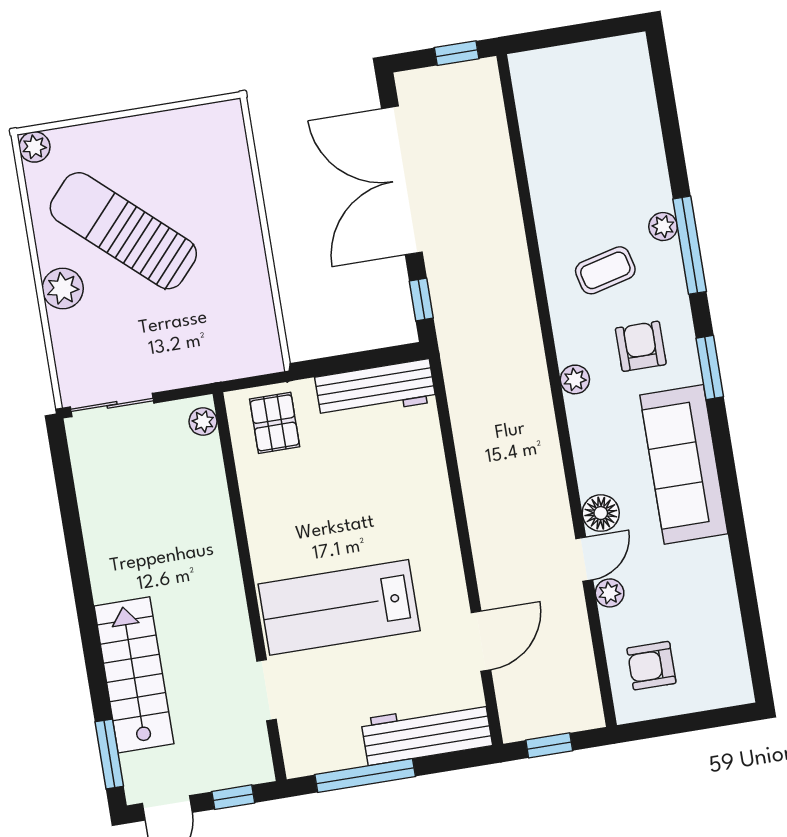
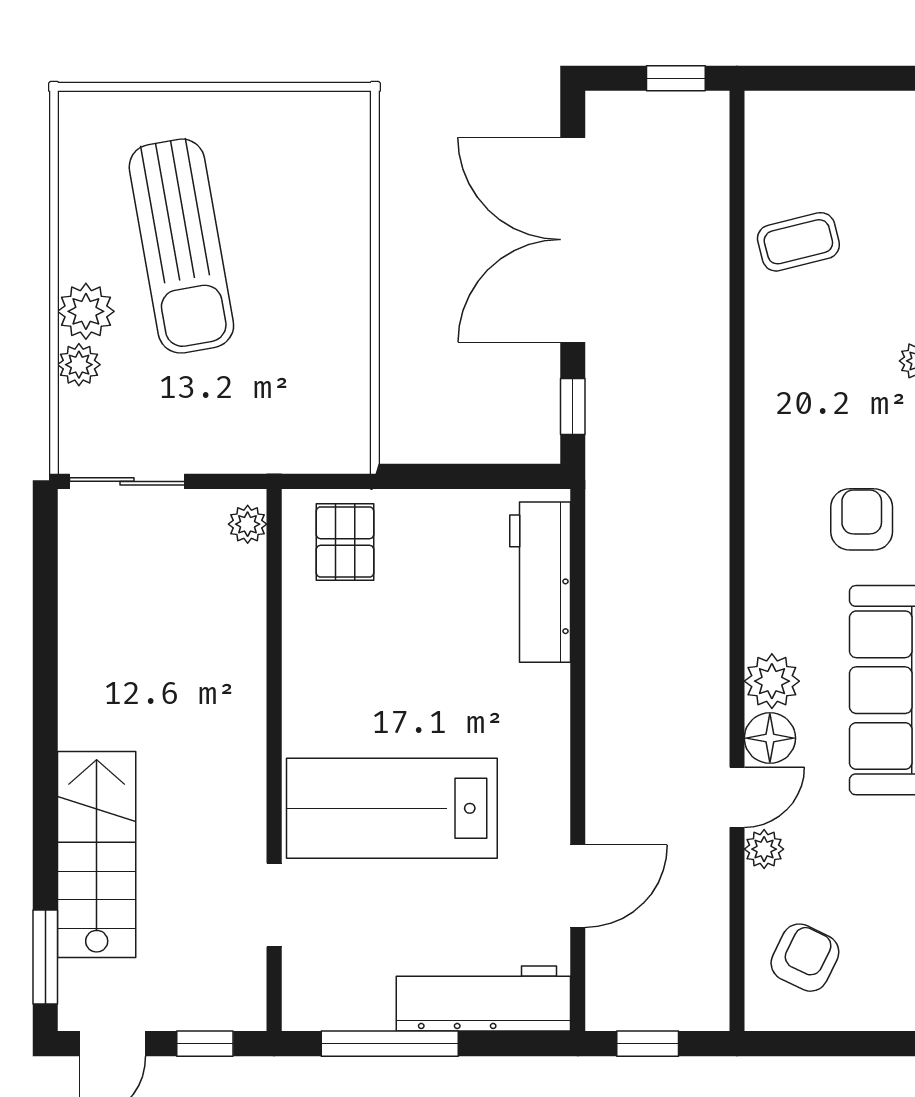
plant: (34, 147) -> (79, 365), moved
sun lounger: (123, 231) -> (181, 246), turned -142
coffee table: (605, 270) -> (798, 242), moved
plant: (575, 379) -> (772, 681), moved, width x1.38, depth x1.38
workbench: (375, 389) -> (540, 582), moved, turned 90
armchair: (651, 666) -> (805, 958), turned 116

